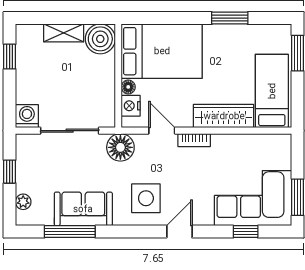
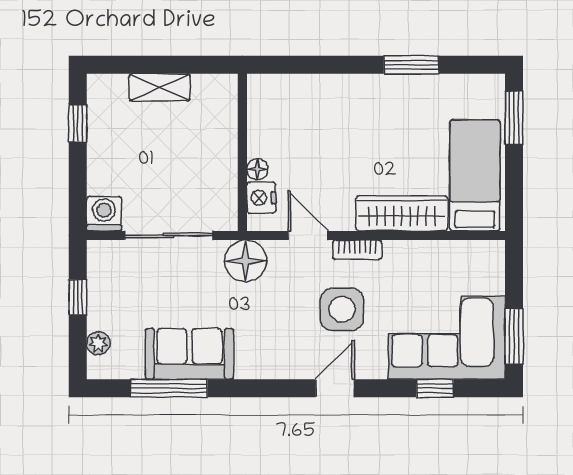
boiler: (100, 39) -> (215, 96), removed
bed: (162, 51) -> (308, 115), removed
side table: (146, 198) -> (342, 309), moved

